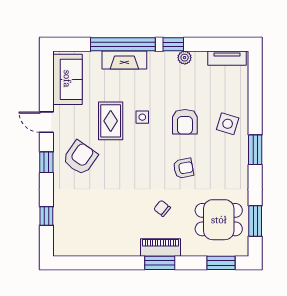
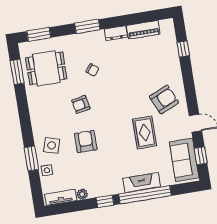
plant: (185, 58) -> (82, 194), moved
side table: (142, 117) -> (47, 170), moved
window: (255, 150) -> (31, 158), moved
armchair: (80, 158) -> (164, 99), turned -149
window: (46, 162) -> (201, 156), moved
piano: (160, 248) -> (143, 30), moved
dresser: (126, 249) -> (116, 33), added

